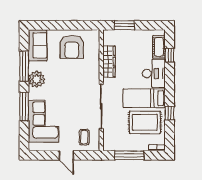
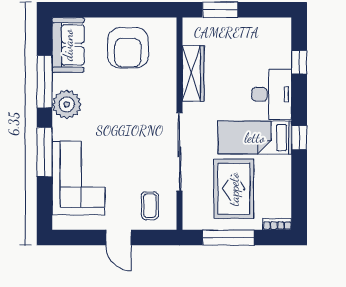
cot: (159, 47) -> (281, 48), removed
window: (170, 113) -> (299, 138), moved
rug: (145, 122) -> (234, 189), moved, turned 90

